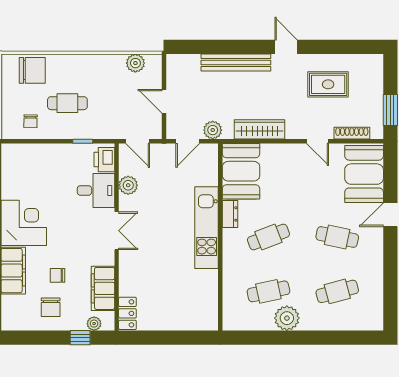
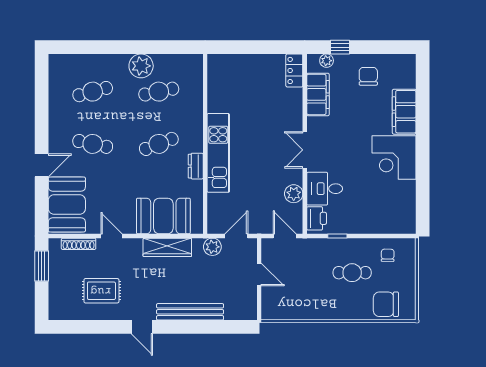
plant: (135, 63) -> (287, 311), removed
booth: (241, 171) -> (163, 216), moved, turned 90
chair: (57, 275) -> (362, 107), removed

